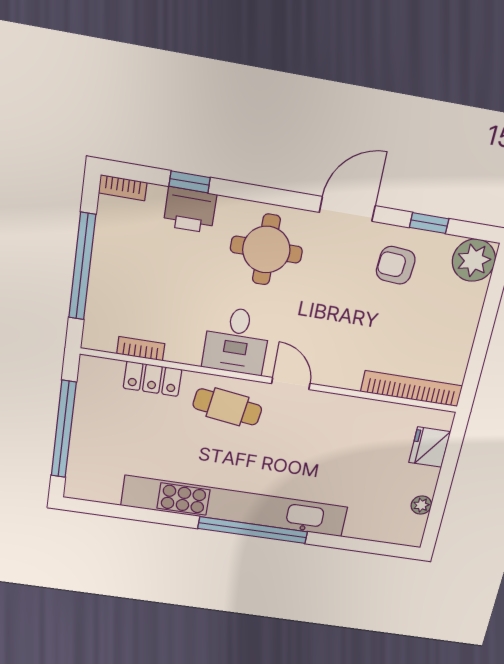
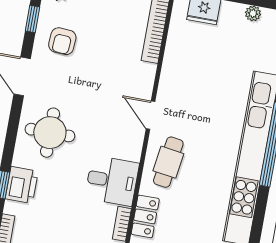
desk: (237, 341) -> (112, 181), moved
door: (291, 384) -> (151, 115), hinge flipped

